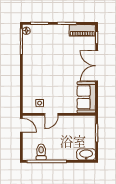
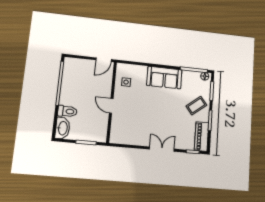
coffee table: (55, 37) -> (196, 106), added
double door: (97, 66) -> (162, 149), width x0.73
sofa: (86, 97) -> (164, 78), moved, turned 180
door: (51, 114) -> (111, 106), moved
toilet: (41, 152) -> (67, 111), moved

